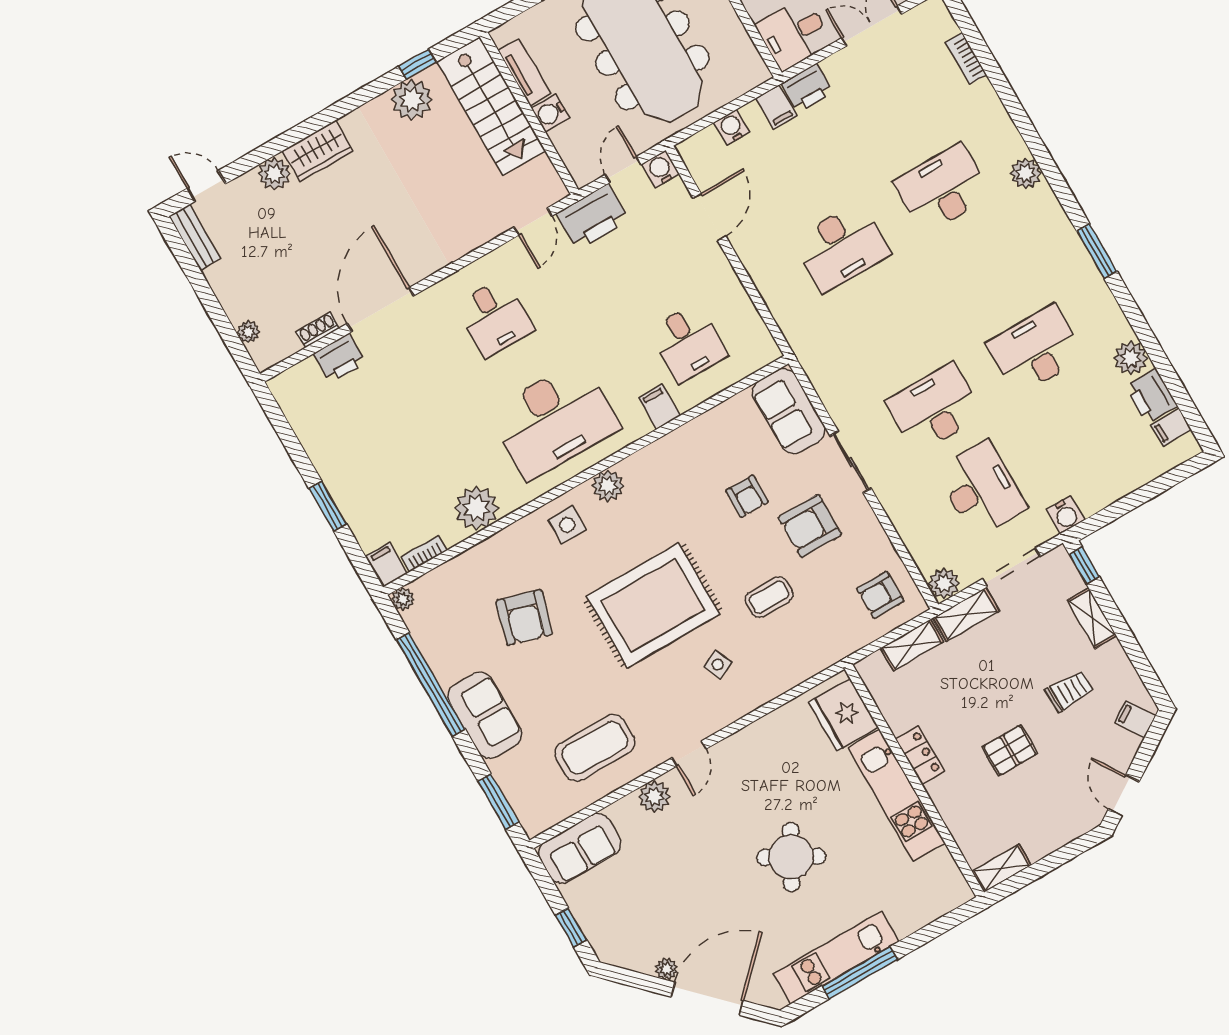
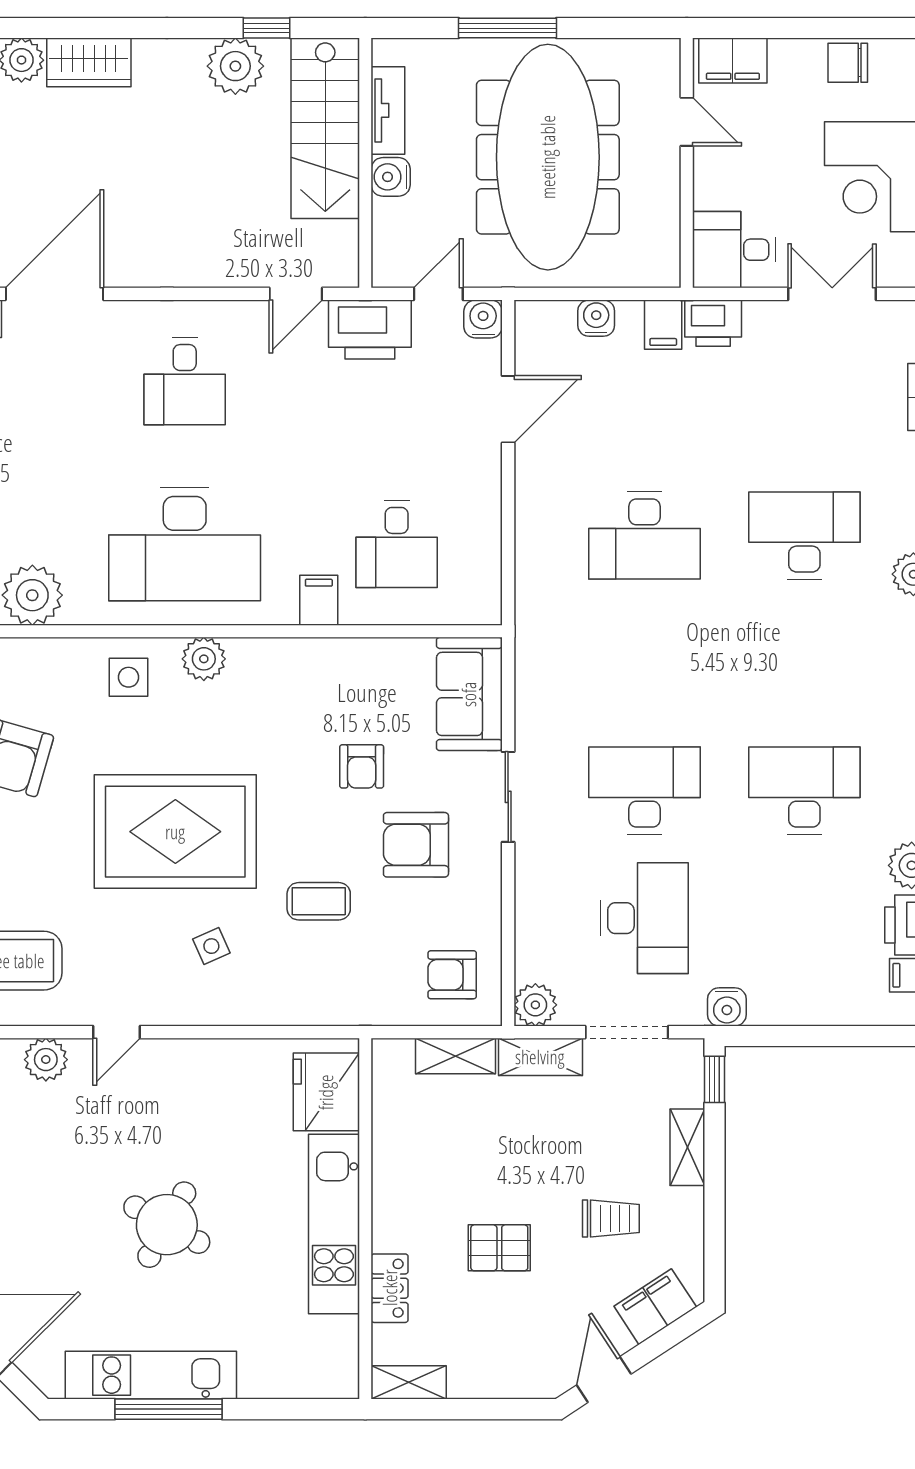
filing cabinet: (1135, 719) -> (655, 1307), width x2.00
locker: (920, 755) -> (390, 1288), moved

